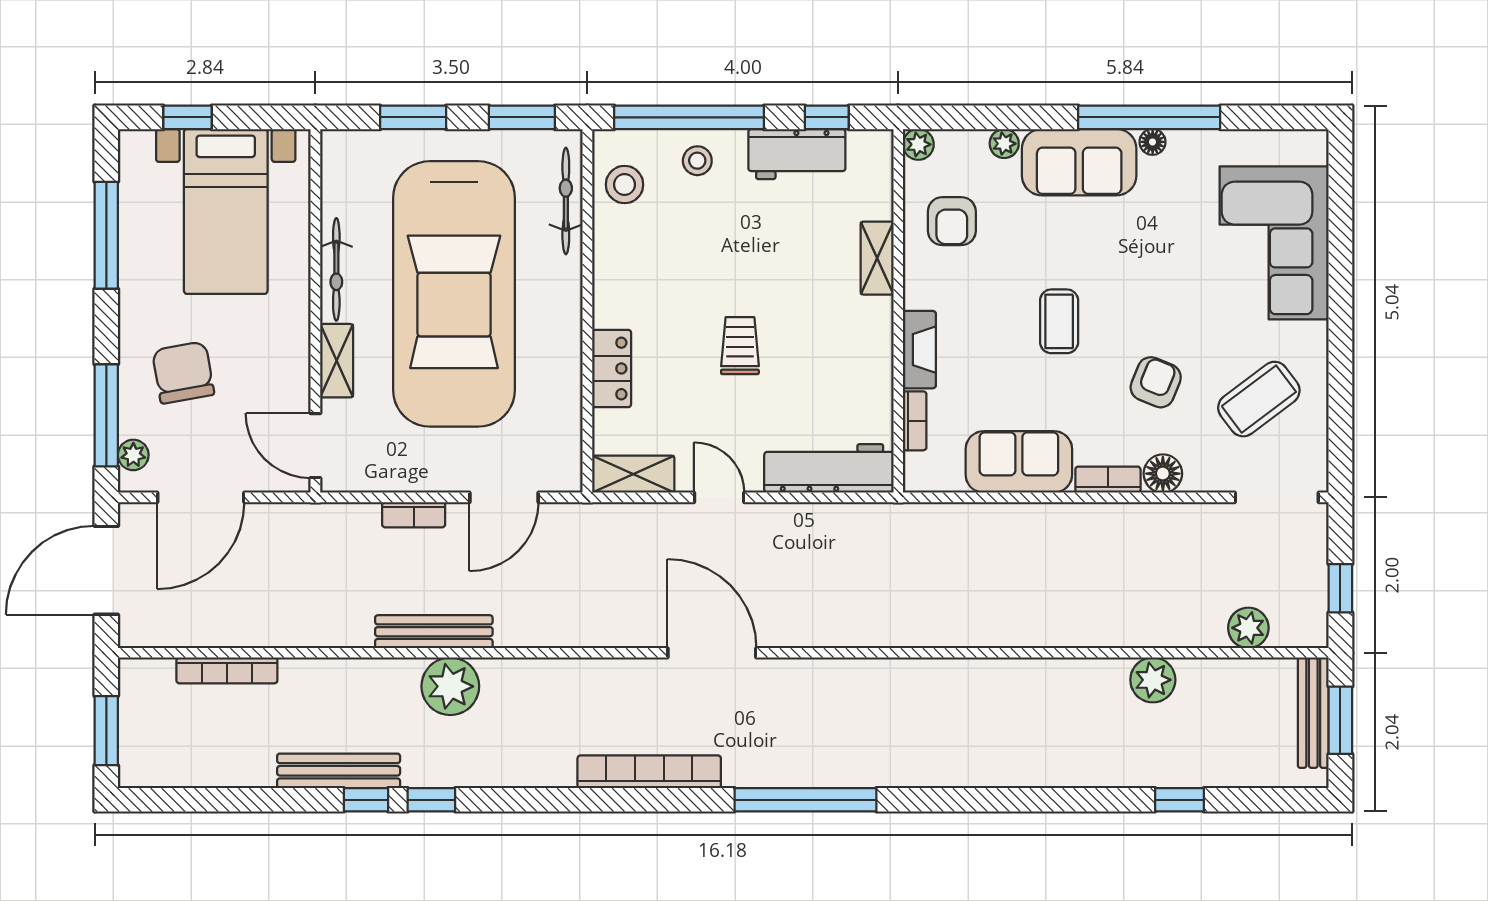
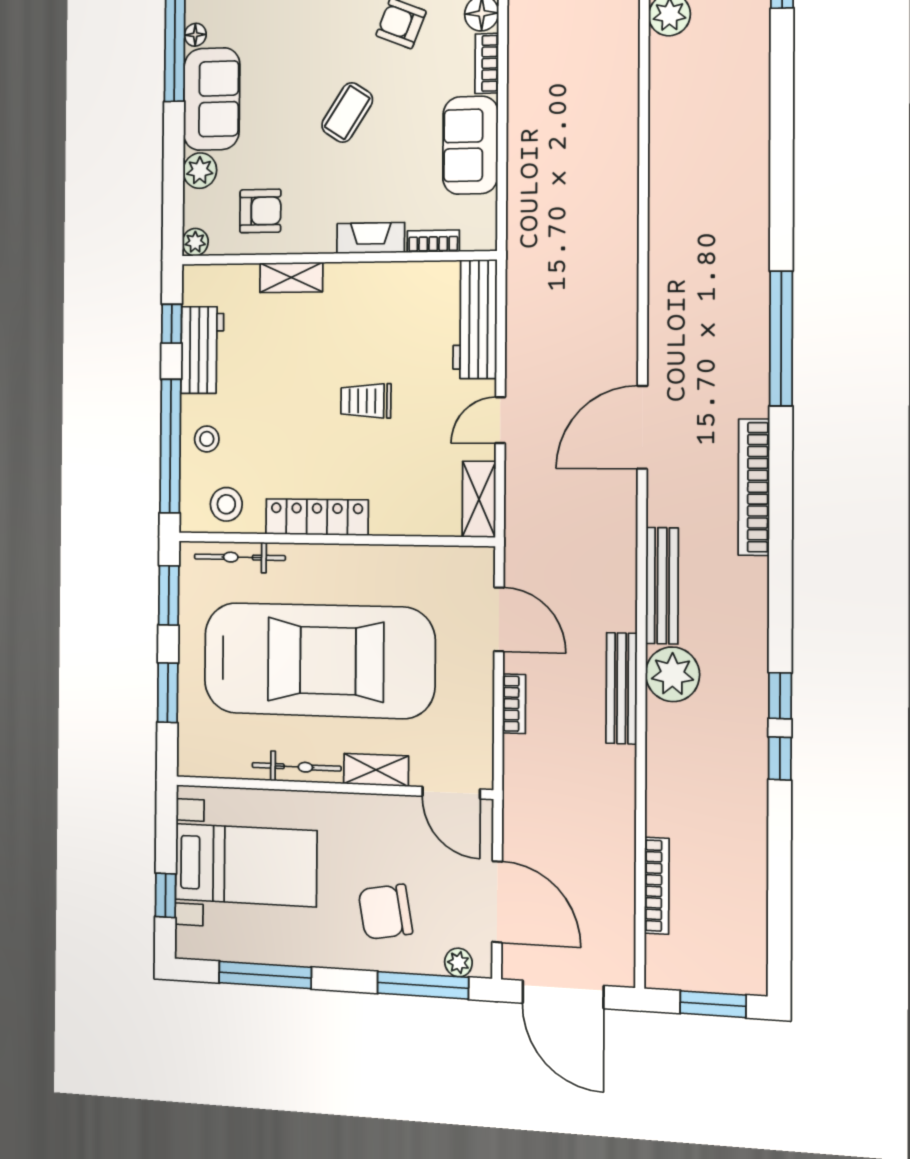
plant: (1004, 144) -> (200, 171), width x1.38, depth x1.38
coffee table: (1059, 321) -> (347, 112), turned -57
locker: (612, 368) -> (317, 517), moved, width x1.53
door: (315, 446) -> (451, 793), hinge flipped
bench: (339, 771) -> (662, 586), moved

